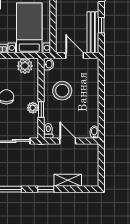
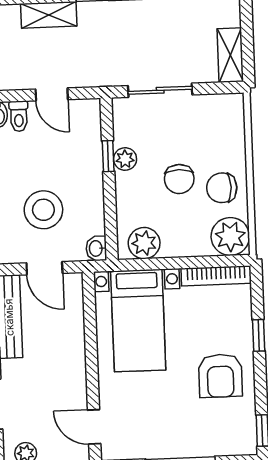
stool: (62, 91) -> (43, 210), moved
toilet: (48, 131) -> (19, 116), moved

